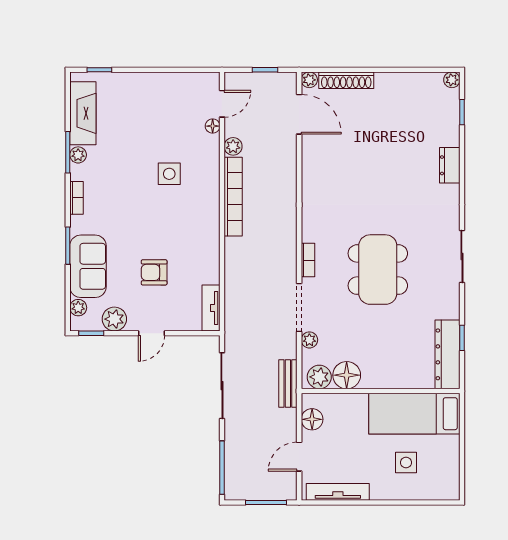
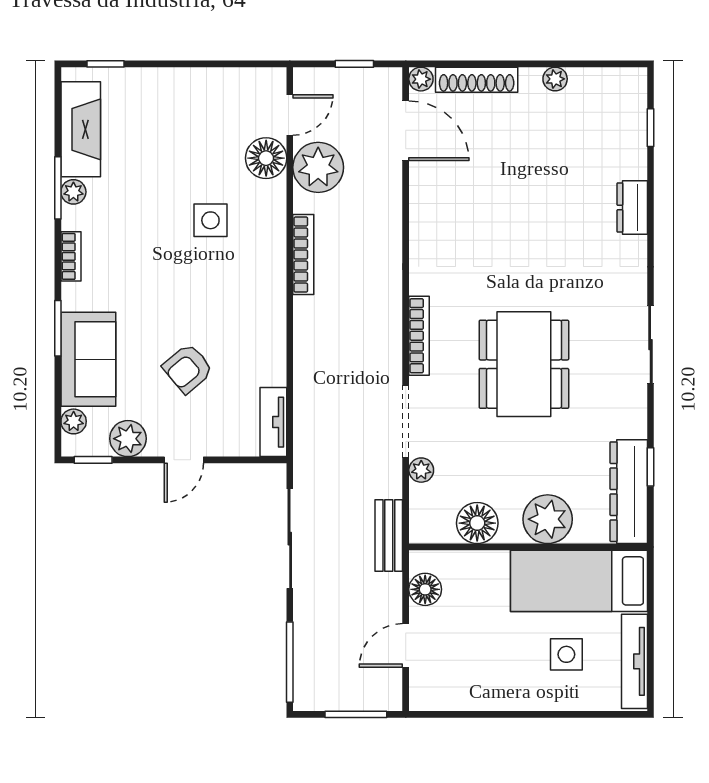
plant: (452, 80) -> (555, 79), moved
floor lamp: (213, 126) -> (266, 158), width x1.89, depth x1.89
plant: (233, 146) -> (318, 167), width x1.88, depth x1.88
bookcase: (233, 197) -> (303, 255), width x0.68, depth x0.76
bookcase: (308, 260) -> (419, 336), width x1.56
armchair: (154, 272) -> (188, 368), turned -40
plant: (319, 377) -> (548, 519), moved, width x1.36, depth x1.36
tv unit: (338, 492) -> (635, 661), moved, turned -90

